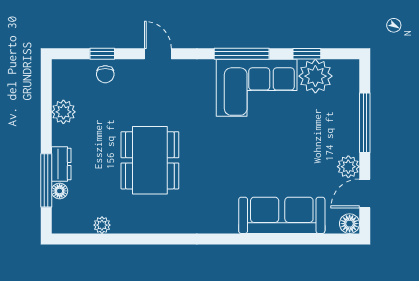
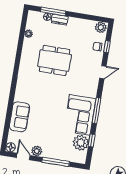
plant: (63, 112) -> (101, 27), moved
sofa: (282, 215) -> (19, 117), width x0.73

